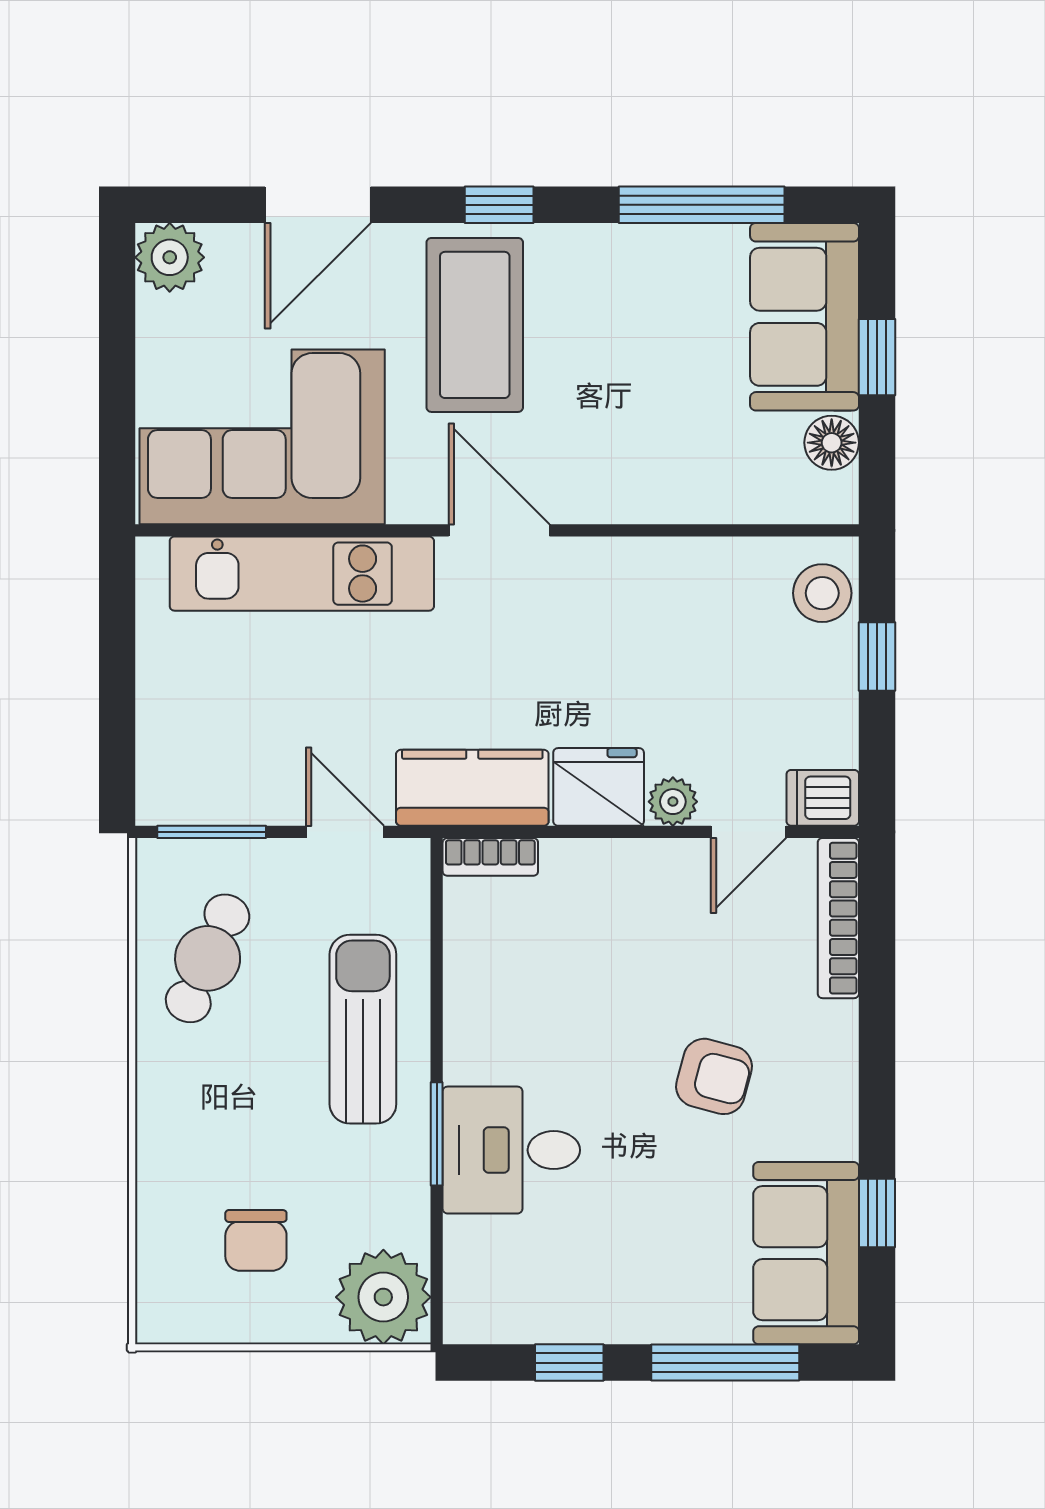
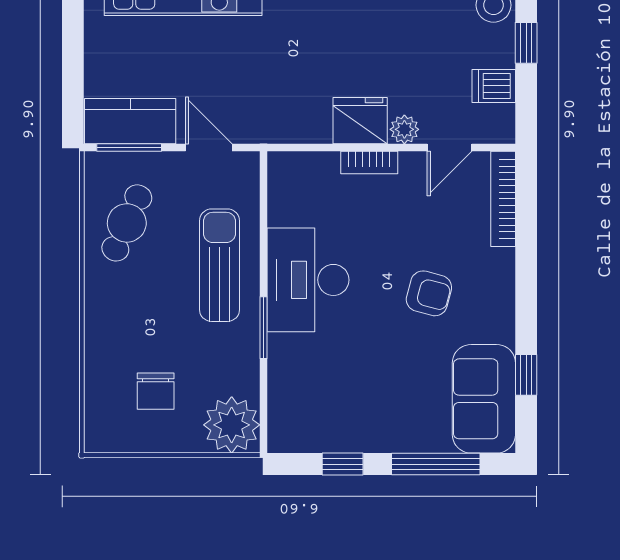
kitchen counter: (472, 788) -> (130, 121), moved
dishwasher: (823, 798) -> (494, 86), moved
bookcase: (490, 857) -> (369, 162), moved
desk: (511, 1150) -> (308, 280), moved, width x1.37

